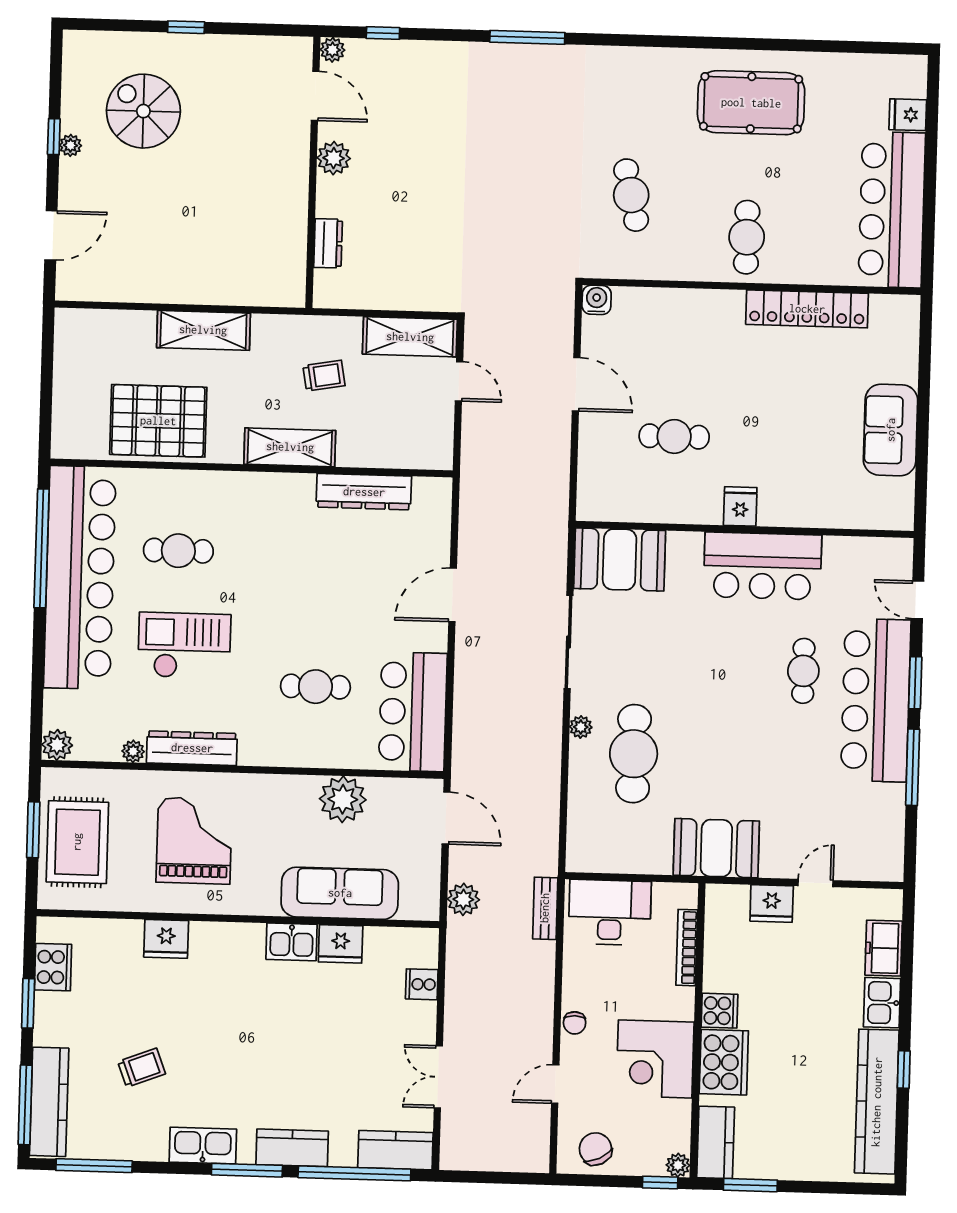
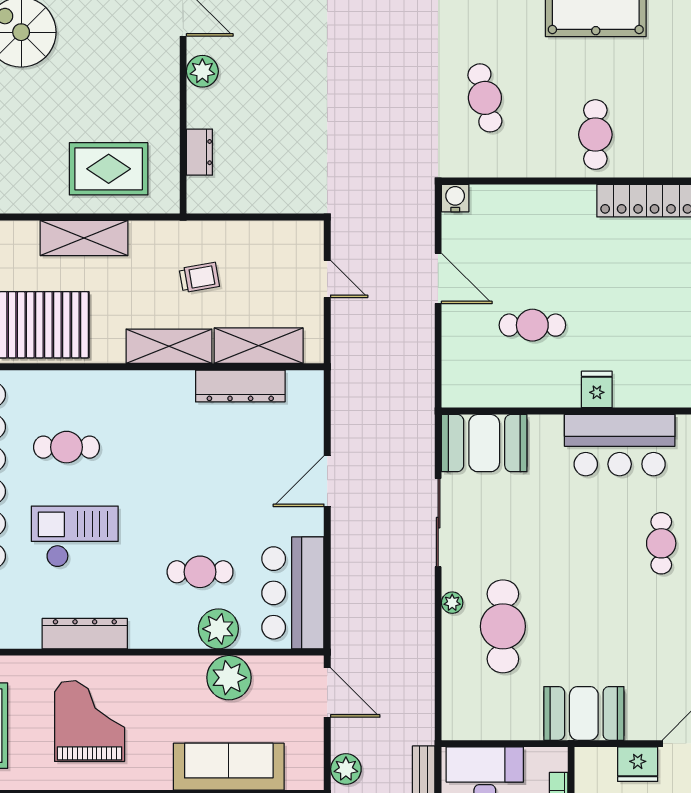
rug: (232, 258) -> (109, 169), added
shelving: (410, 337) -> (259, 346), moved
plant: (133, 751) -> (218, 629), moved, width x1.87, depth x1.87

